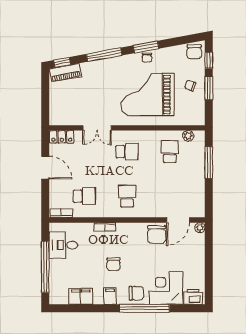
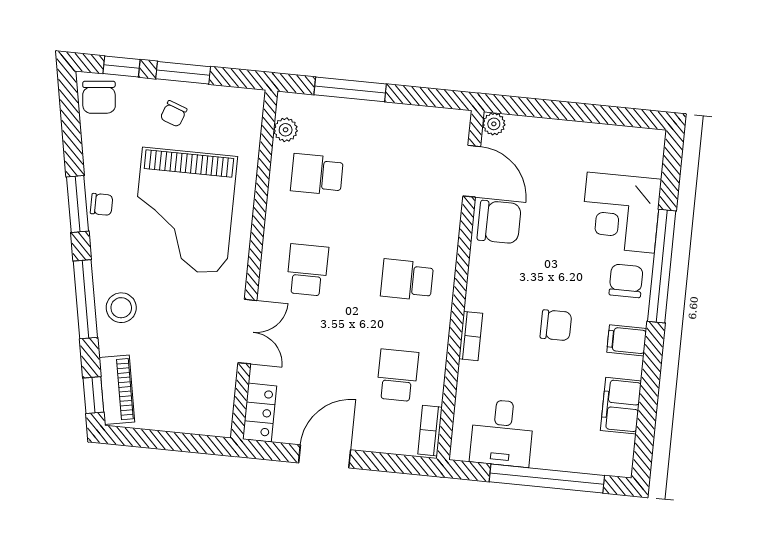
chair: (194, 52) -> (99, 97), turned 84
stool: (102, 71) -> (121, 308), added
printer: (193, 297) -> (647, 154), removed

